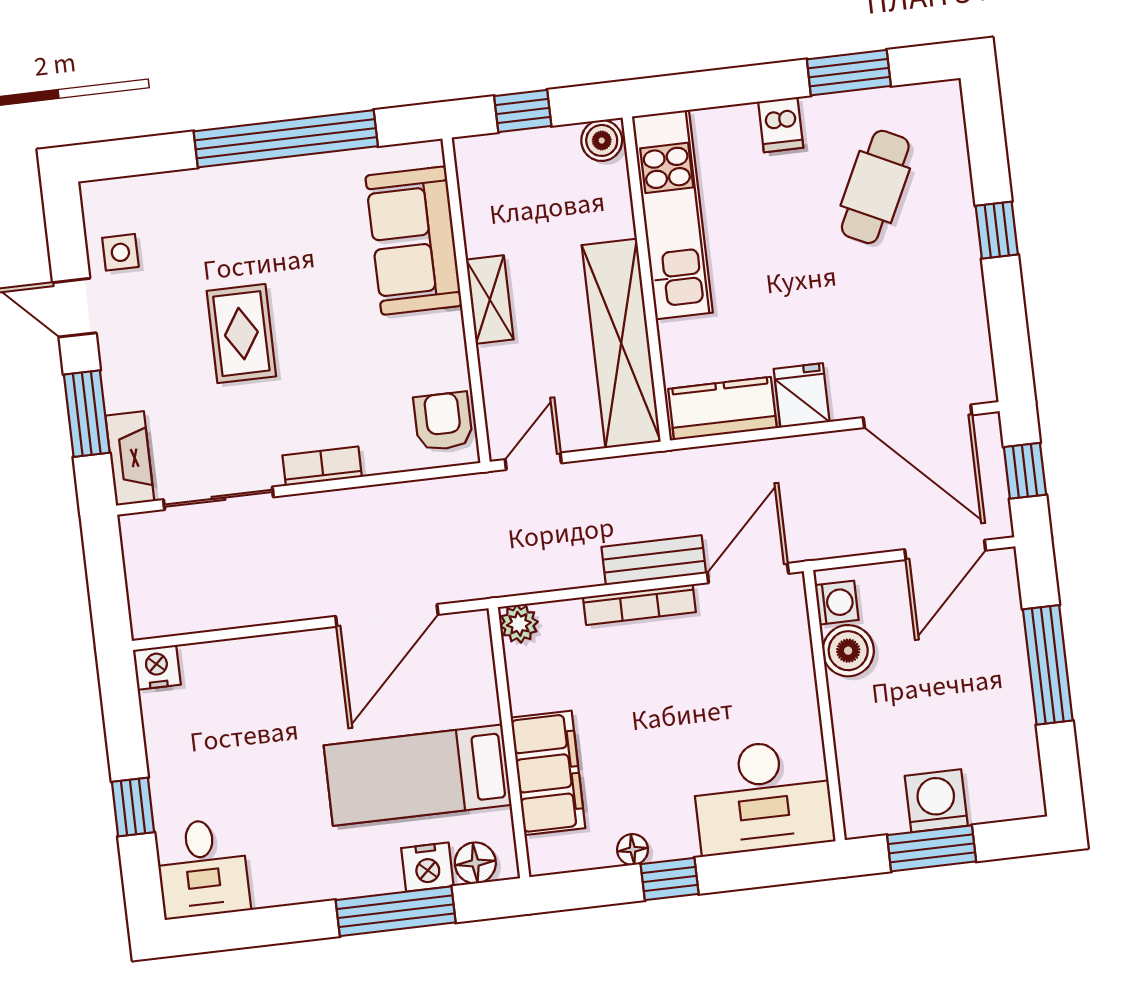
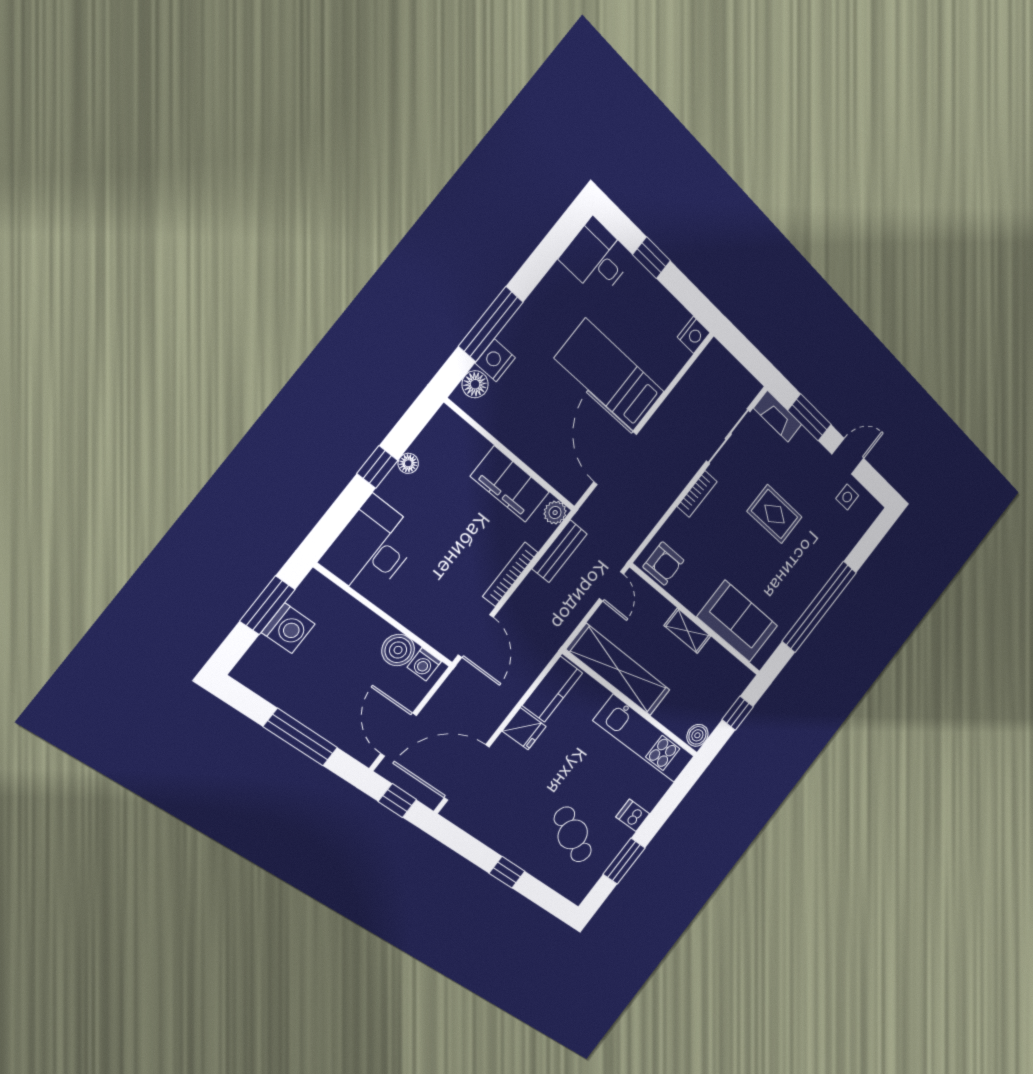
bench: (654, 560) -> (559, 551), moved
filing cabinet: (548, 773) -> (510, 484), moved
bed: (418, 775) -> (610, 375), moved, turned -90

